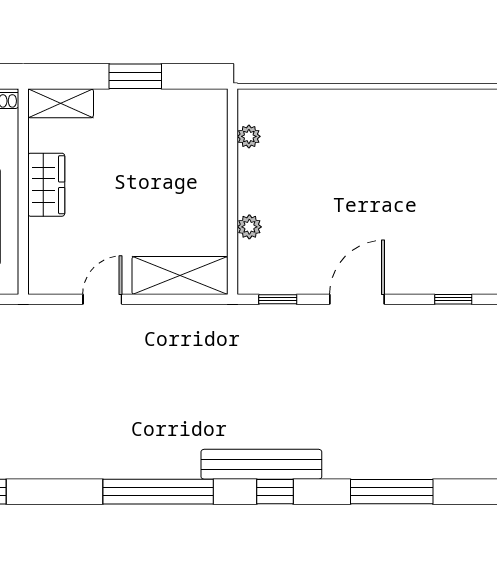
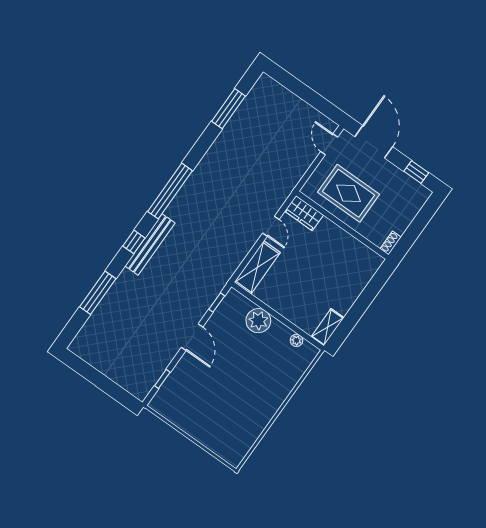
window: (135, 76) -> (358, 310), removed
shelving: (61, 103) -> (328, 327), moved
wardrobe: (46, 185) -> (304, 213), moved
plant: (249, 227) -> (258, 321), width x1.87, depth x1.87

